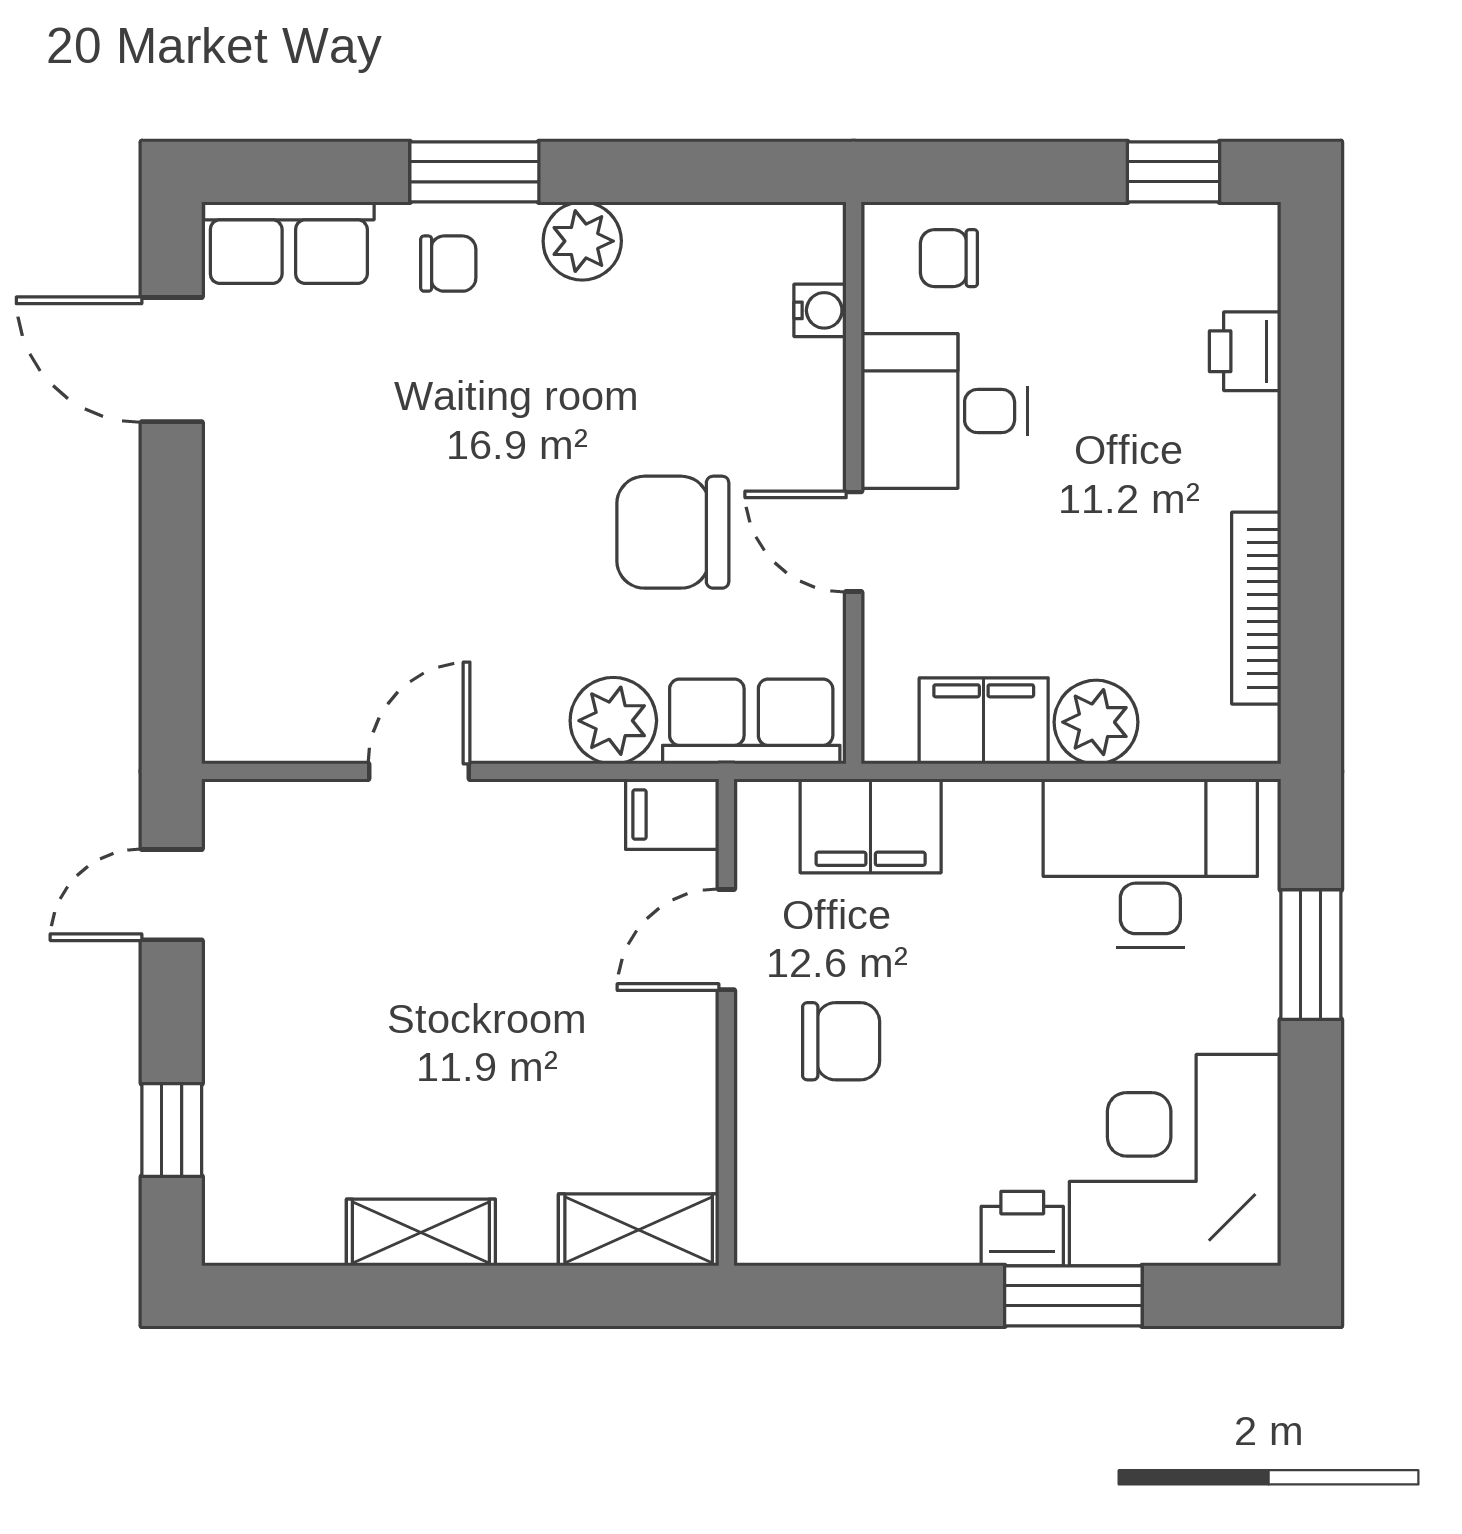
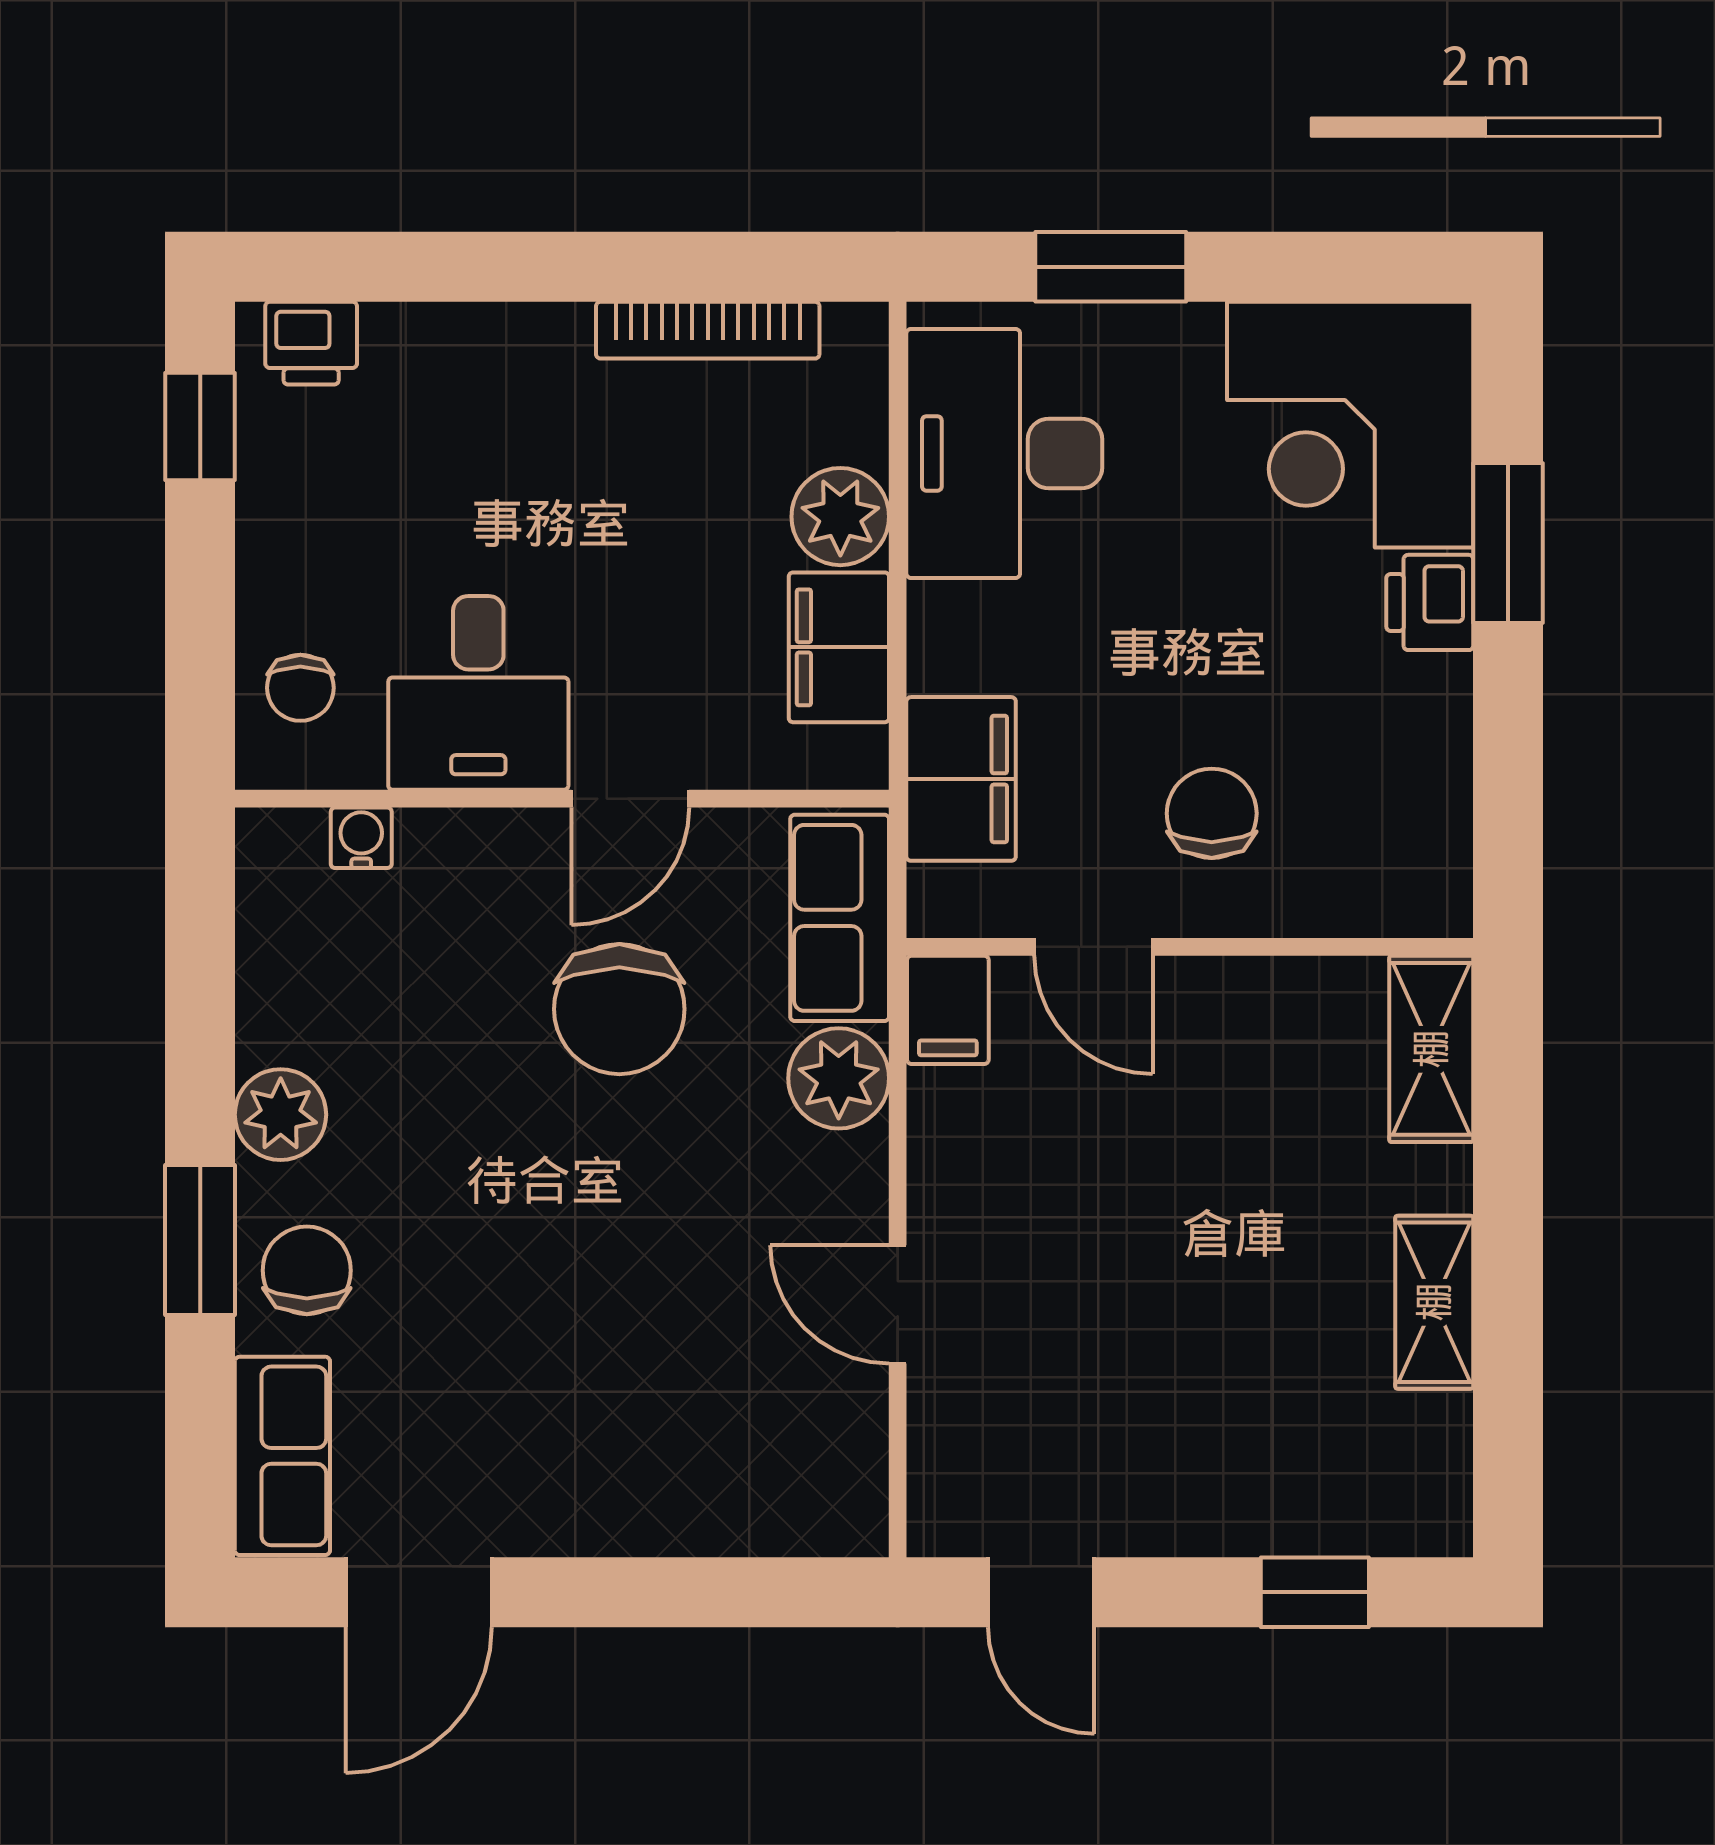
chair: (448, 264) -> (307, 1270), width x1.37, depth x1.37
printer: (1245, 351) -> (311, 343), moved

